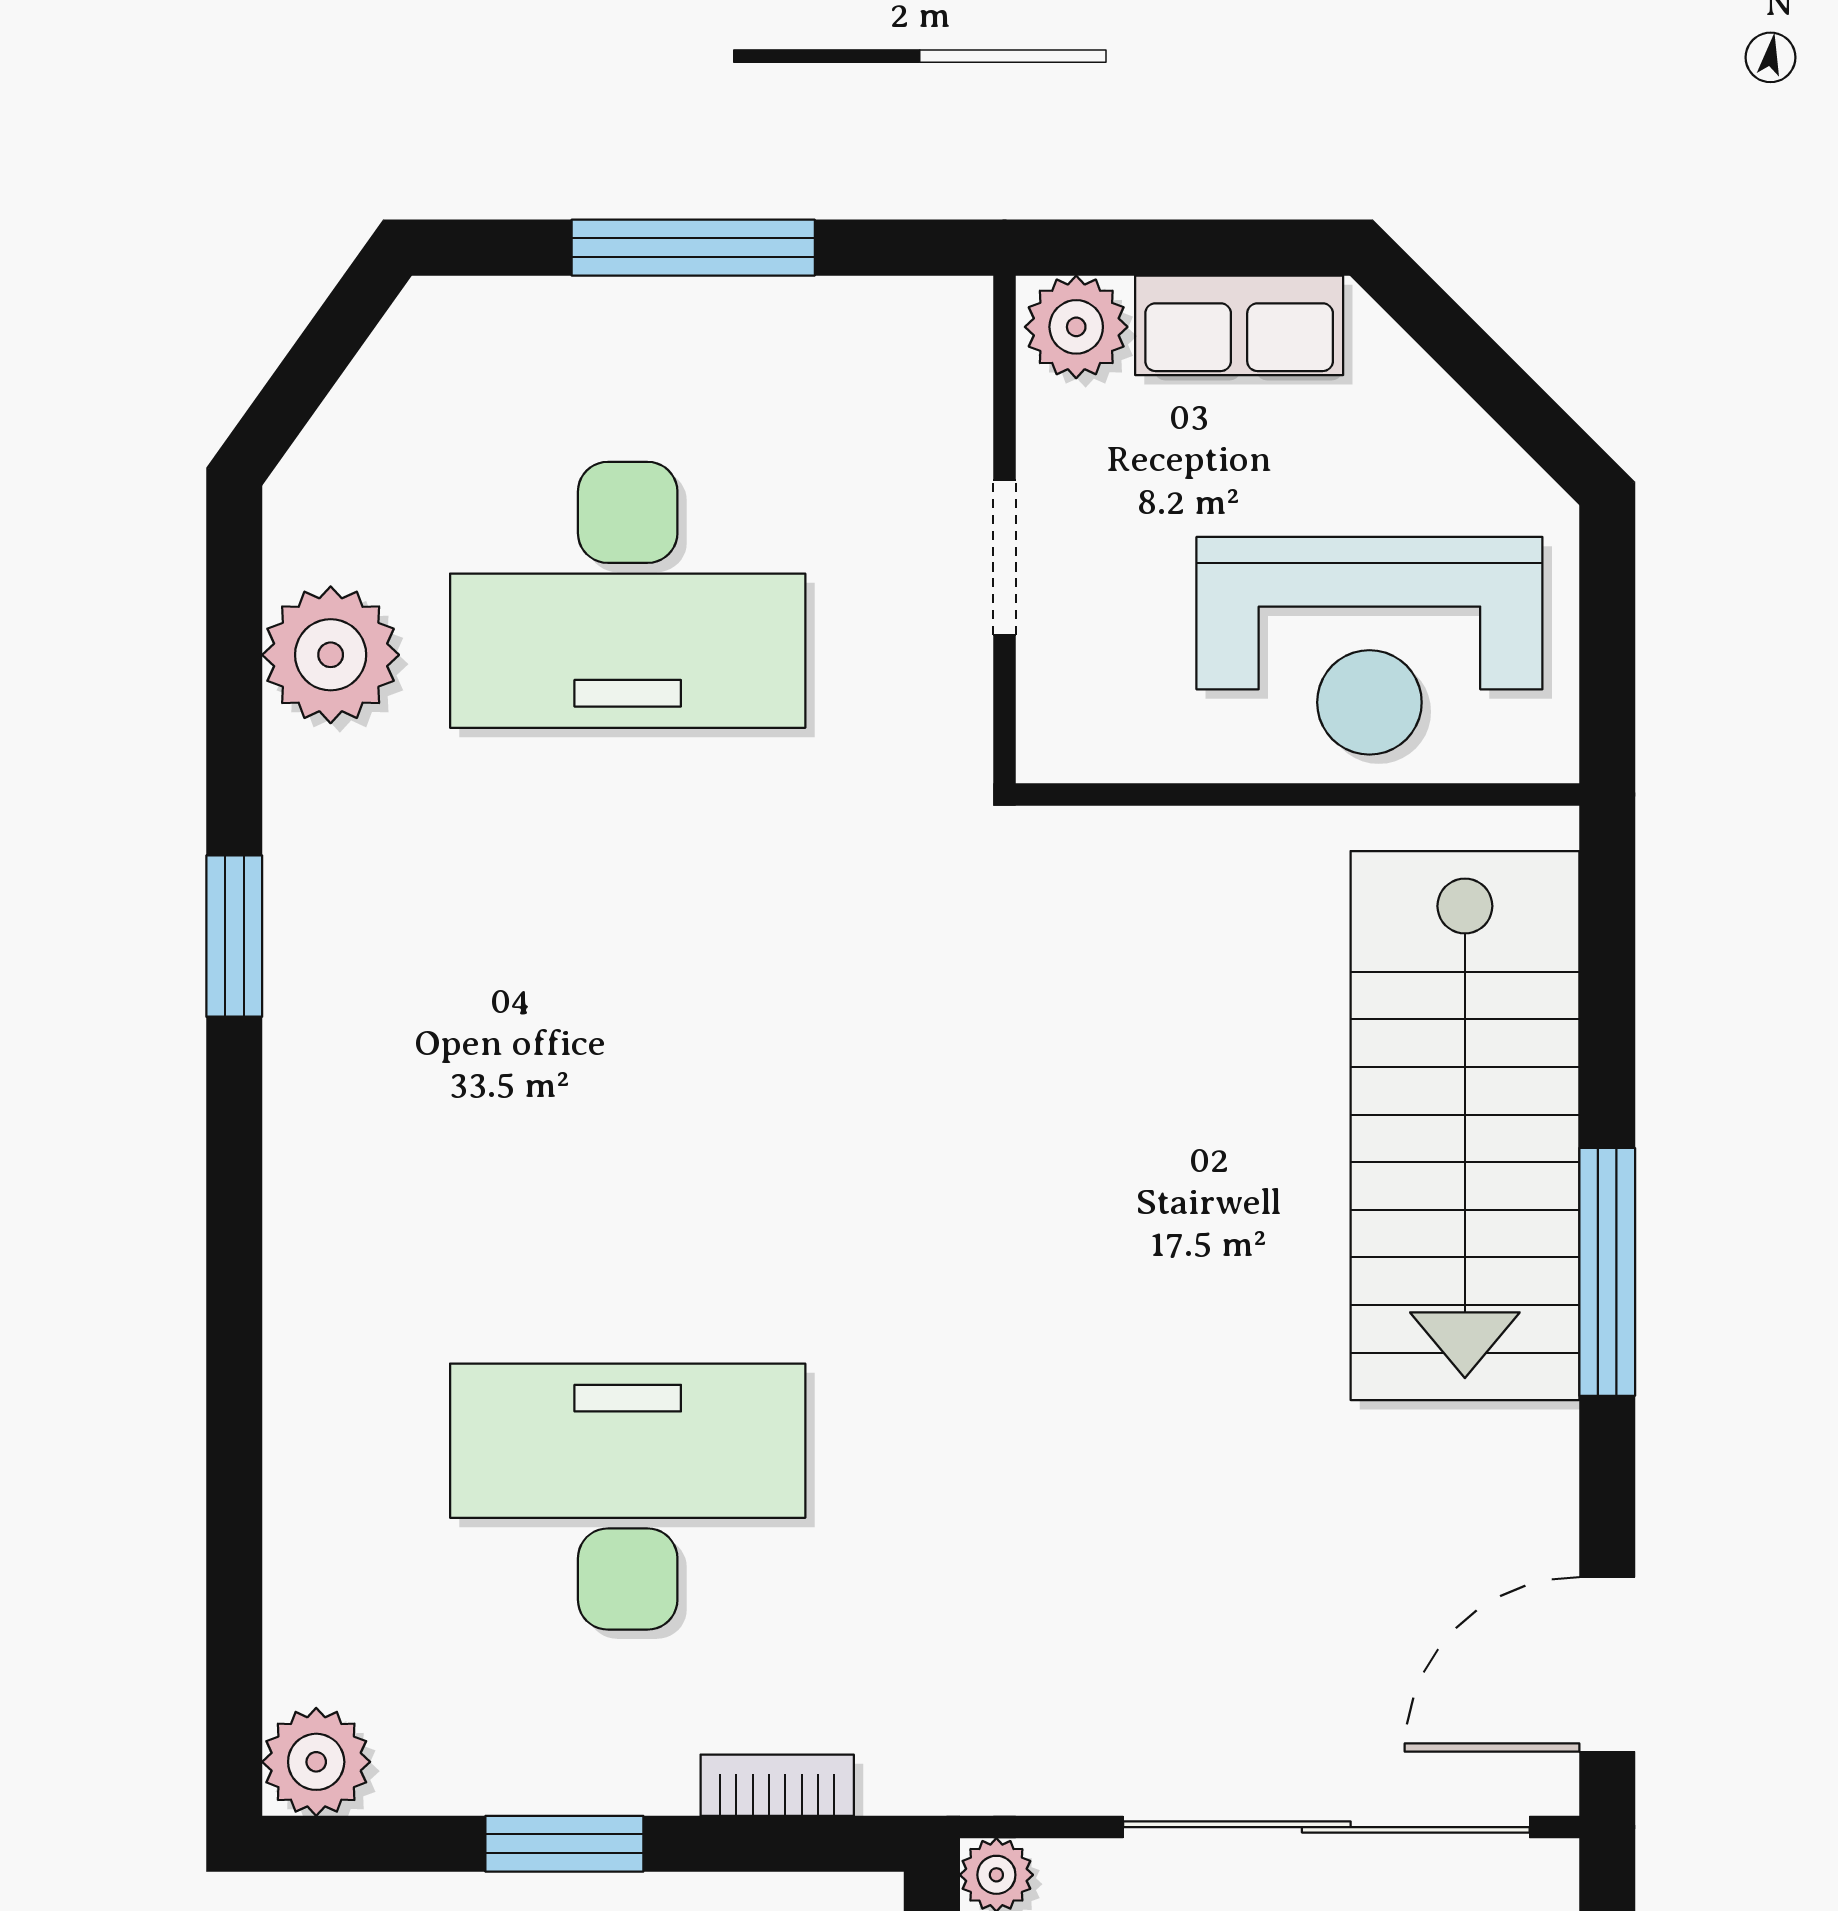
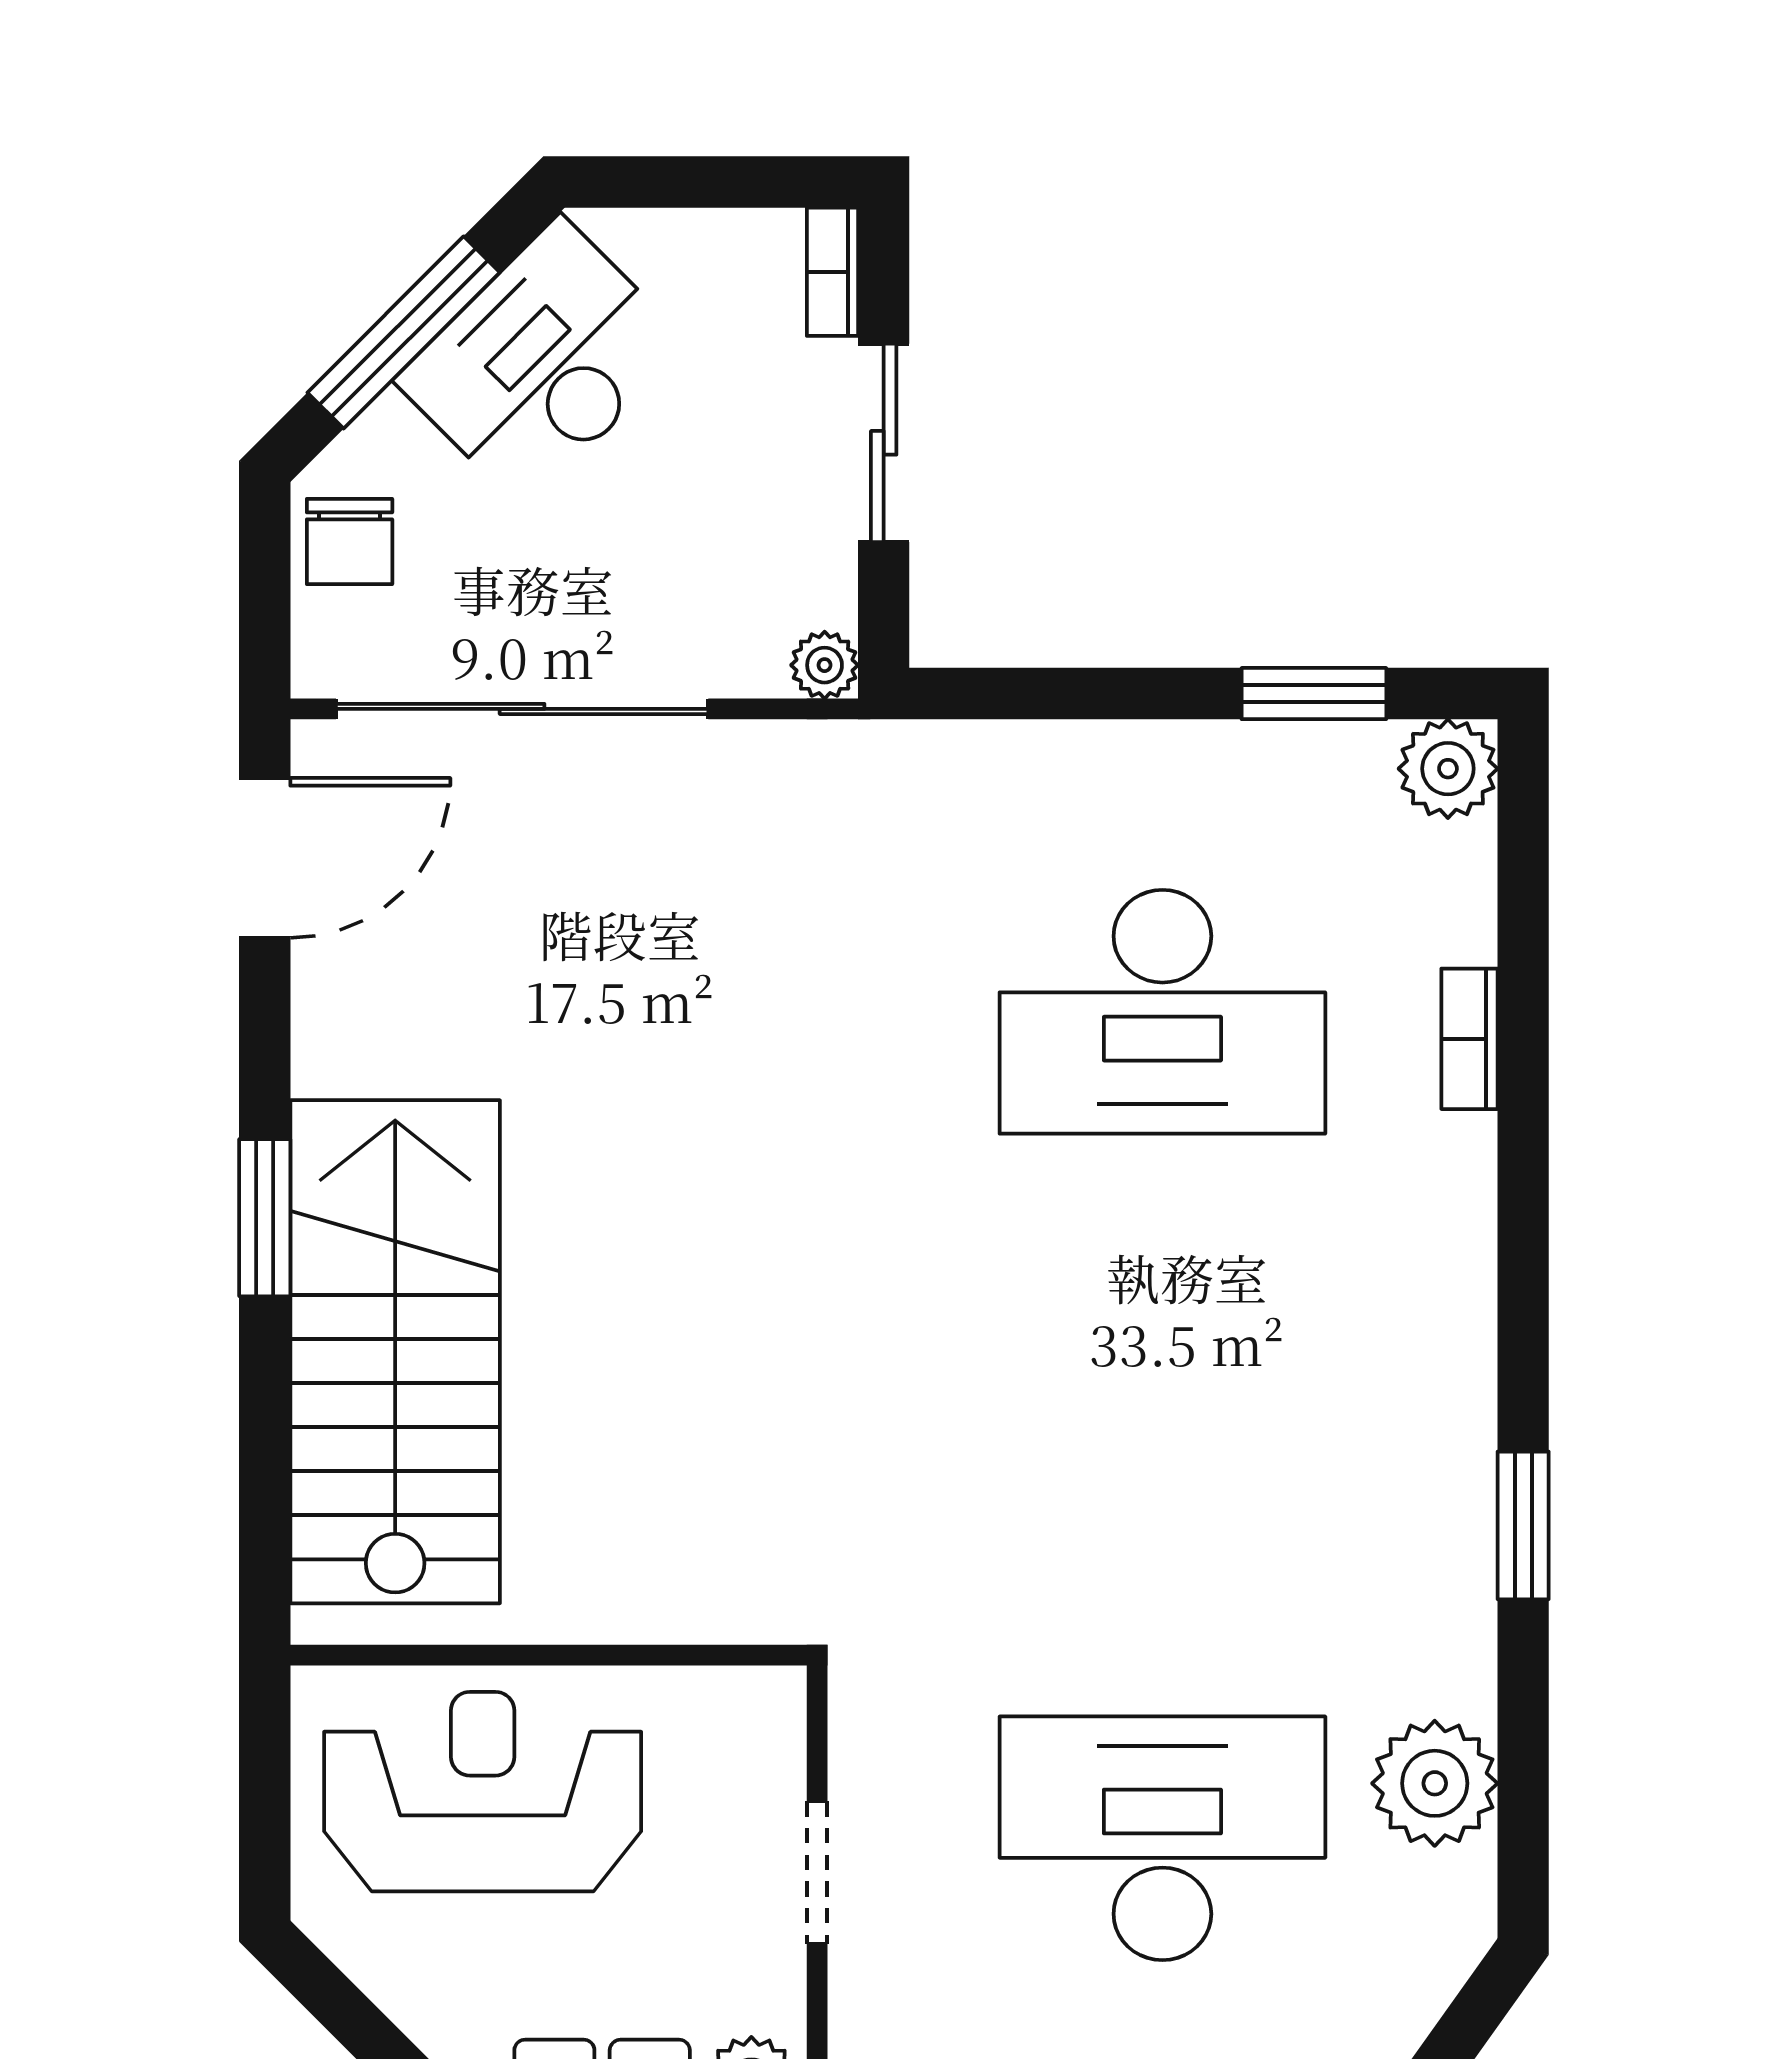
window: (1607, 1272) -> (265, 1218), width x0.69
bookcase: (777, 1785) -> (1469, 1039), moved, turned 90
window: (564, 1844) -> (1314, 694), moved

